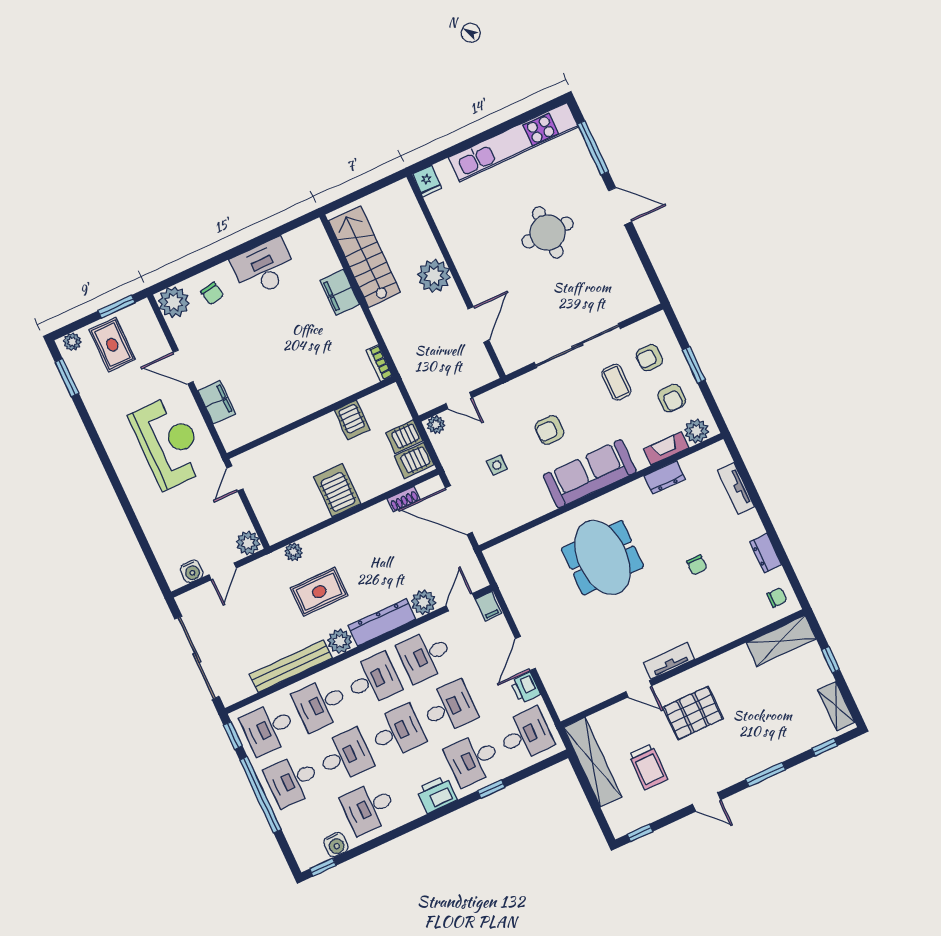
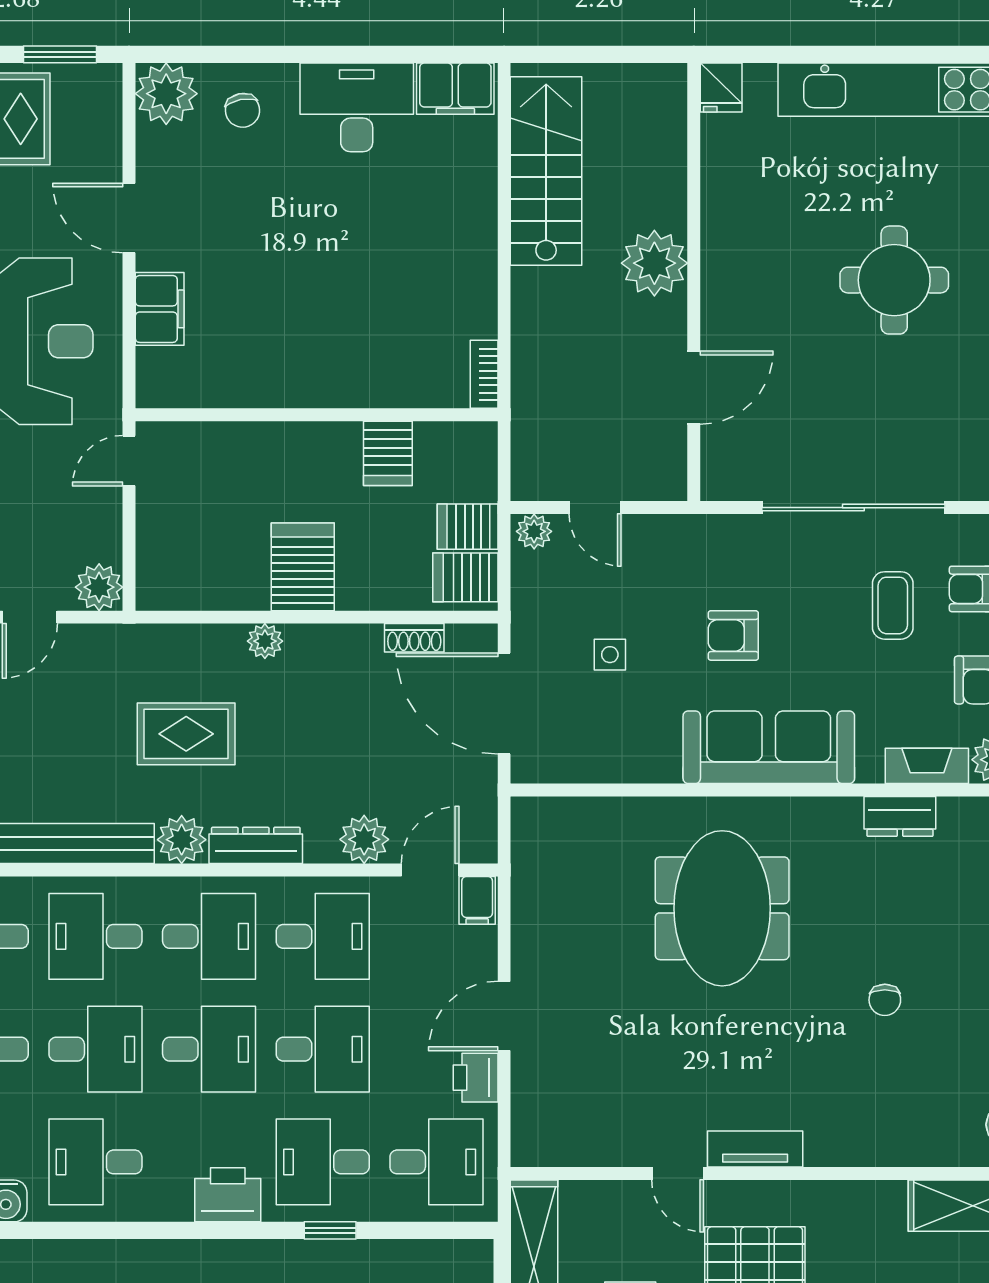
filing cabinet: (340, 292) -> (455, 89), moved, turned -90
plant: (294, 552) -> (265, 641), moved
dresser: (382, 622) -> (256, 845), width x0.73, depth x0.80
desk: (425, 656) -> (323, 936), turned 180

